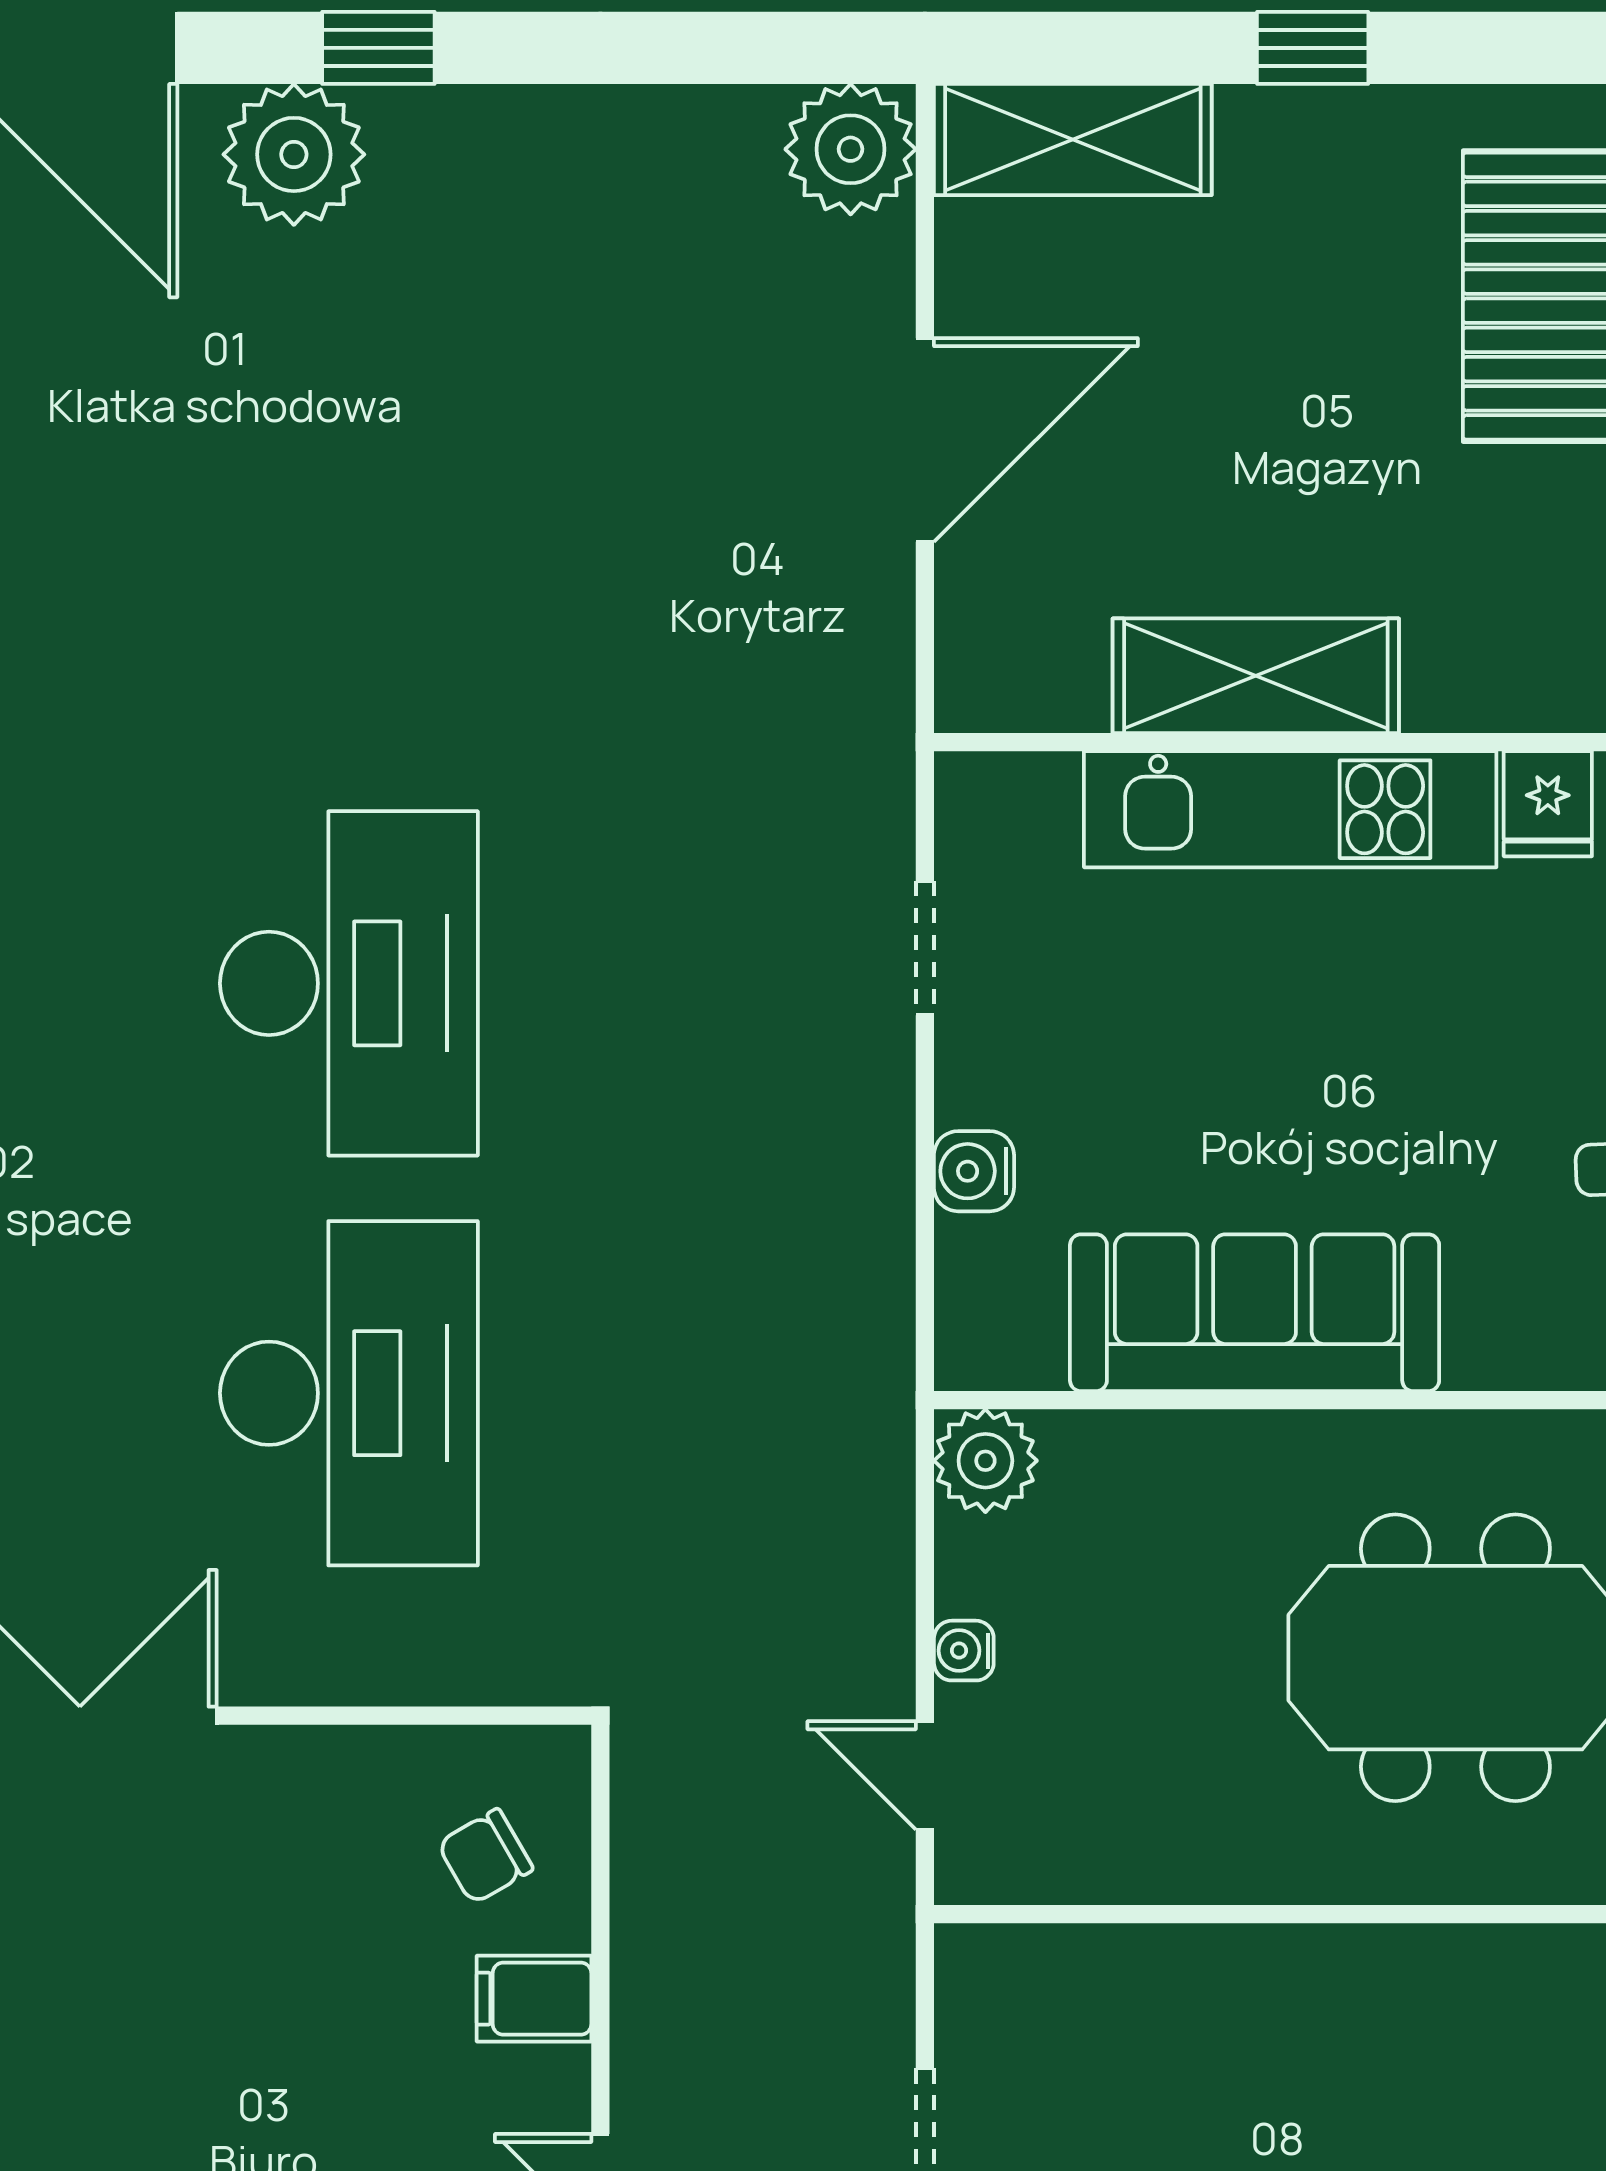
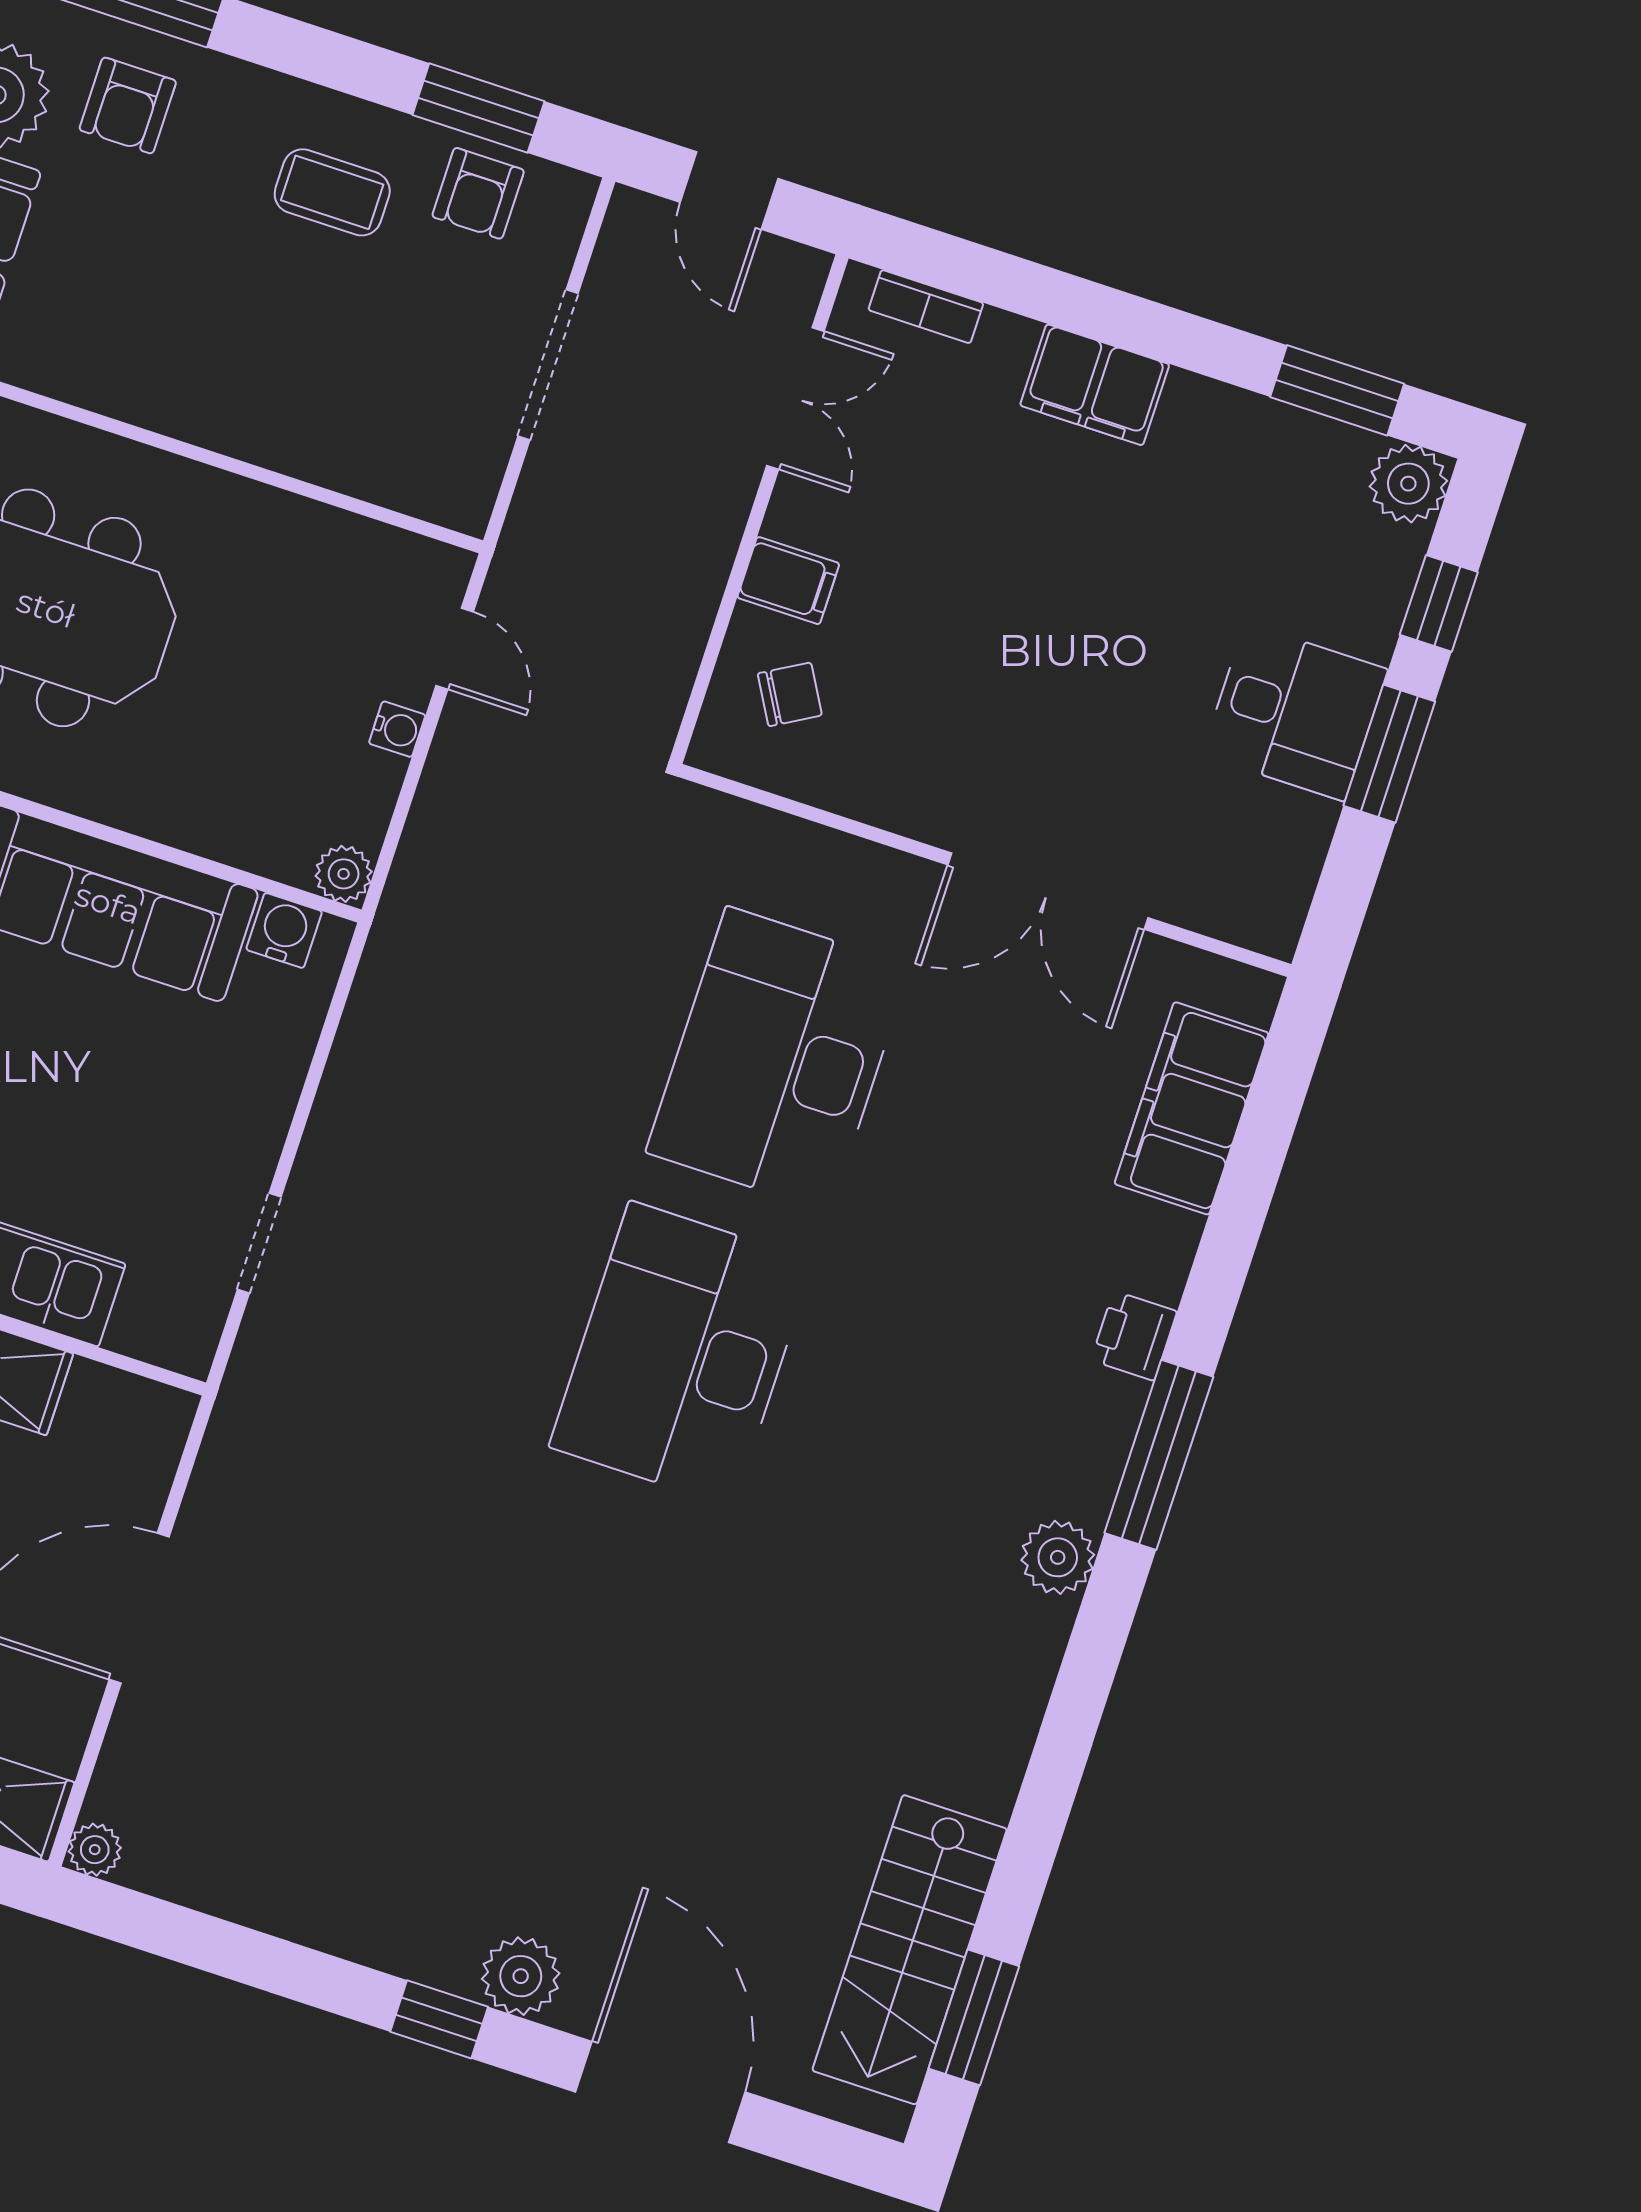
plant: (851, 149) -> (95, 1850), width x0.53, depth x0.53
plant: (294, 154) -> (521, 1976), width x0.73, depth x0.73
water cooler: (974, 1171) -> (284, 930), moved, turned -90
plant: (985, 1461) -> (344, 874), width x0.73, depth x0.73

